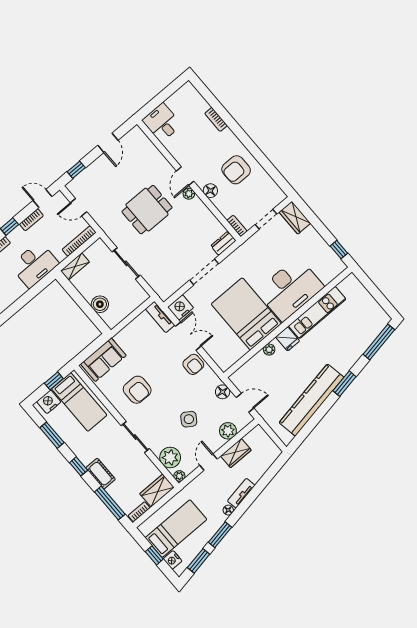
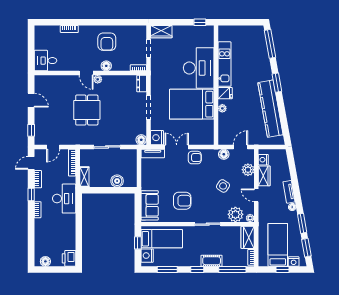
floor lamp: (164, 293) -> (141, 140), added
nightstand: (252, 438) -> (263, 160), added

